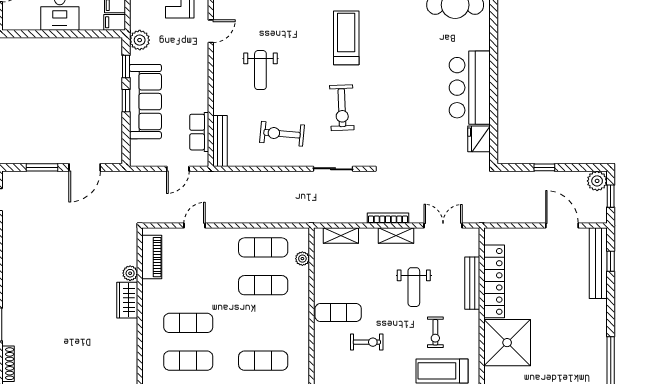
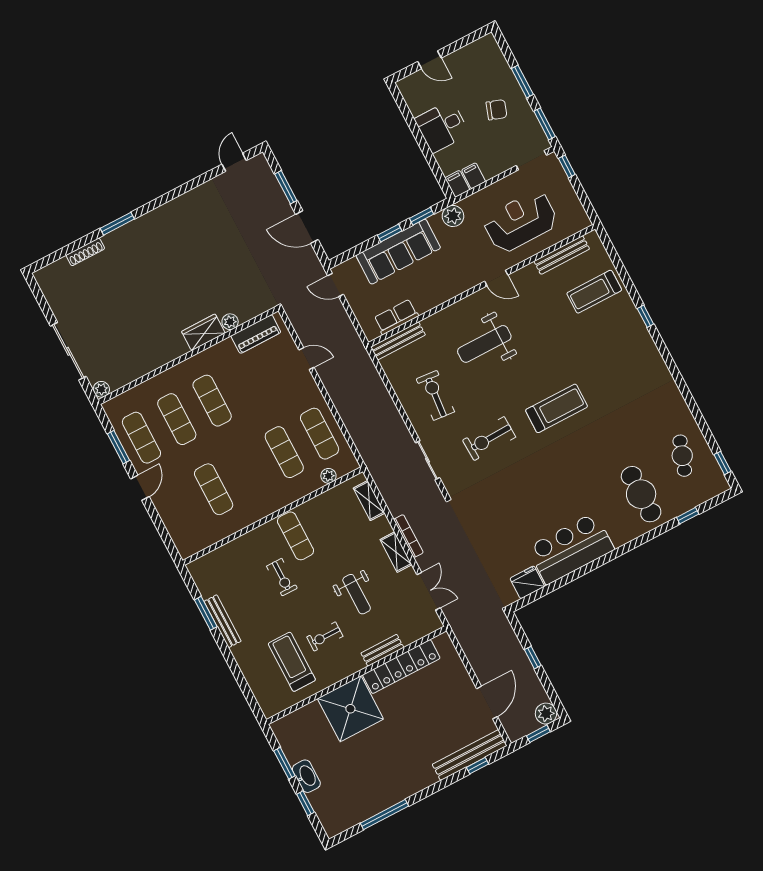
weight bench: (260, 70) -> (484, 344), width x1.36, depth x1.33
door: (178, 169) -> (335, 285), moved
bench: (472, 283) -> (382, 650), width x0.73
weight bench: (414, 287) -> (357, 594), turned -90

